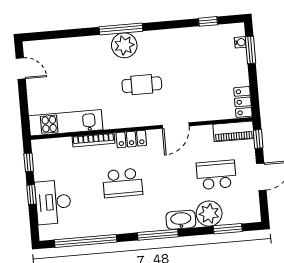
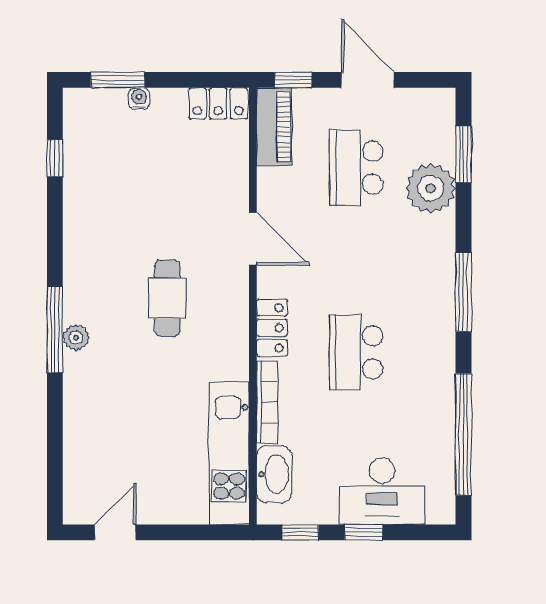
water cooler: (240, 42) -> (139, 98), moved
plant: (124, 45) -> (76, 338), width x0.53, depth x0.53
school desk: (123, 183) -> (356, 352), turned 180
washbasin: (181, 220) -> (274, 474), moved, turned 180

